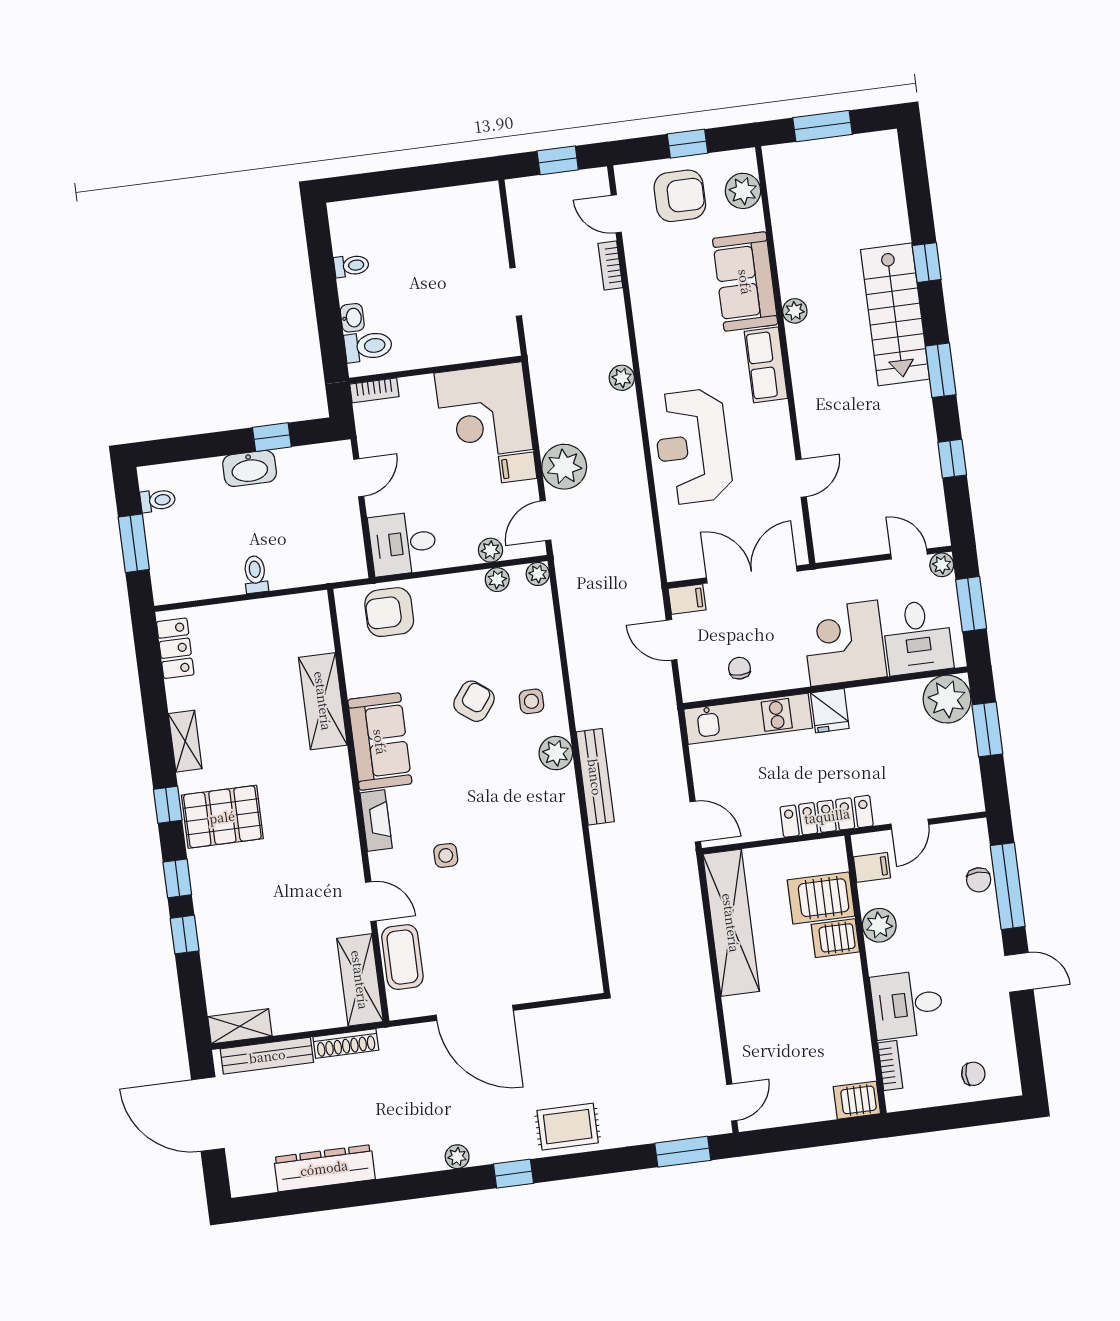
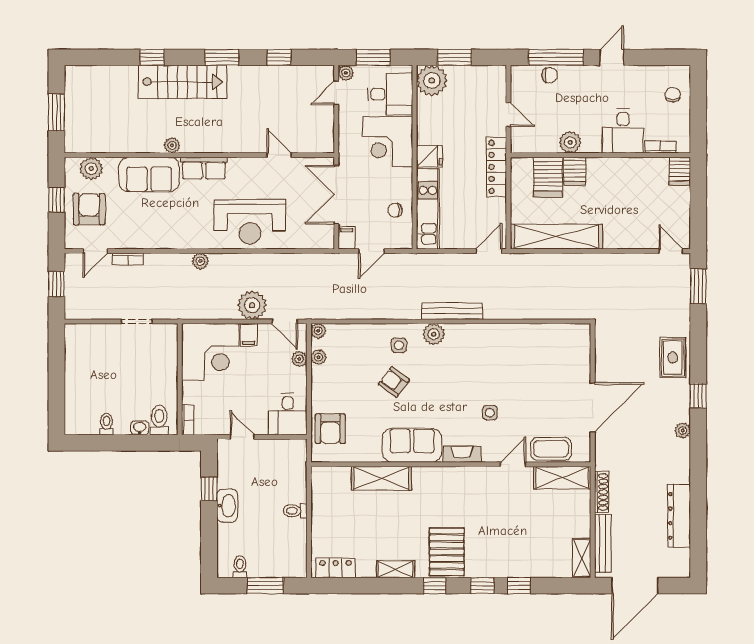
filing cabinet: (872, 867) -> (533, 142), removed

